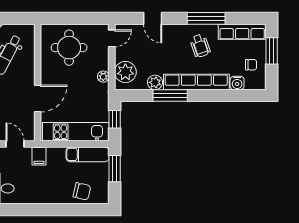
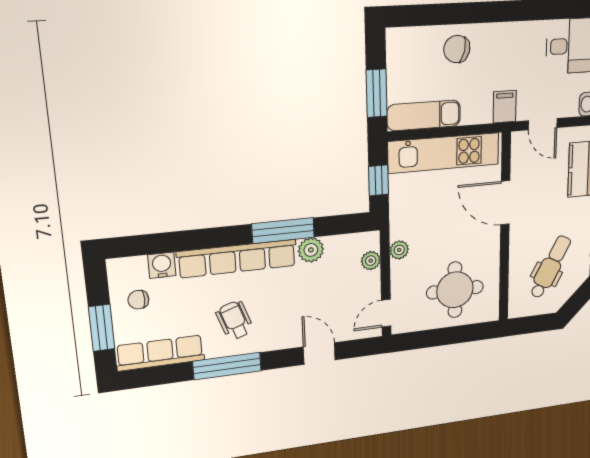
plant: (125, 72) -> (371, 261), width x0.53, depth x0.53
door: (38, 99) -> (505, 203), hinge flipped
chair: (82, 191) -> (457, 49), moved

